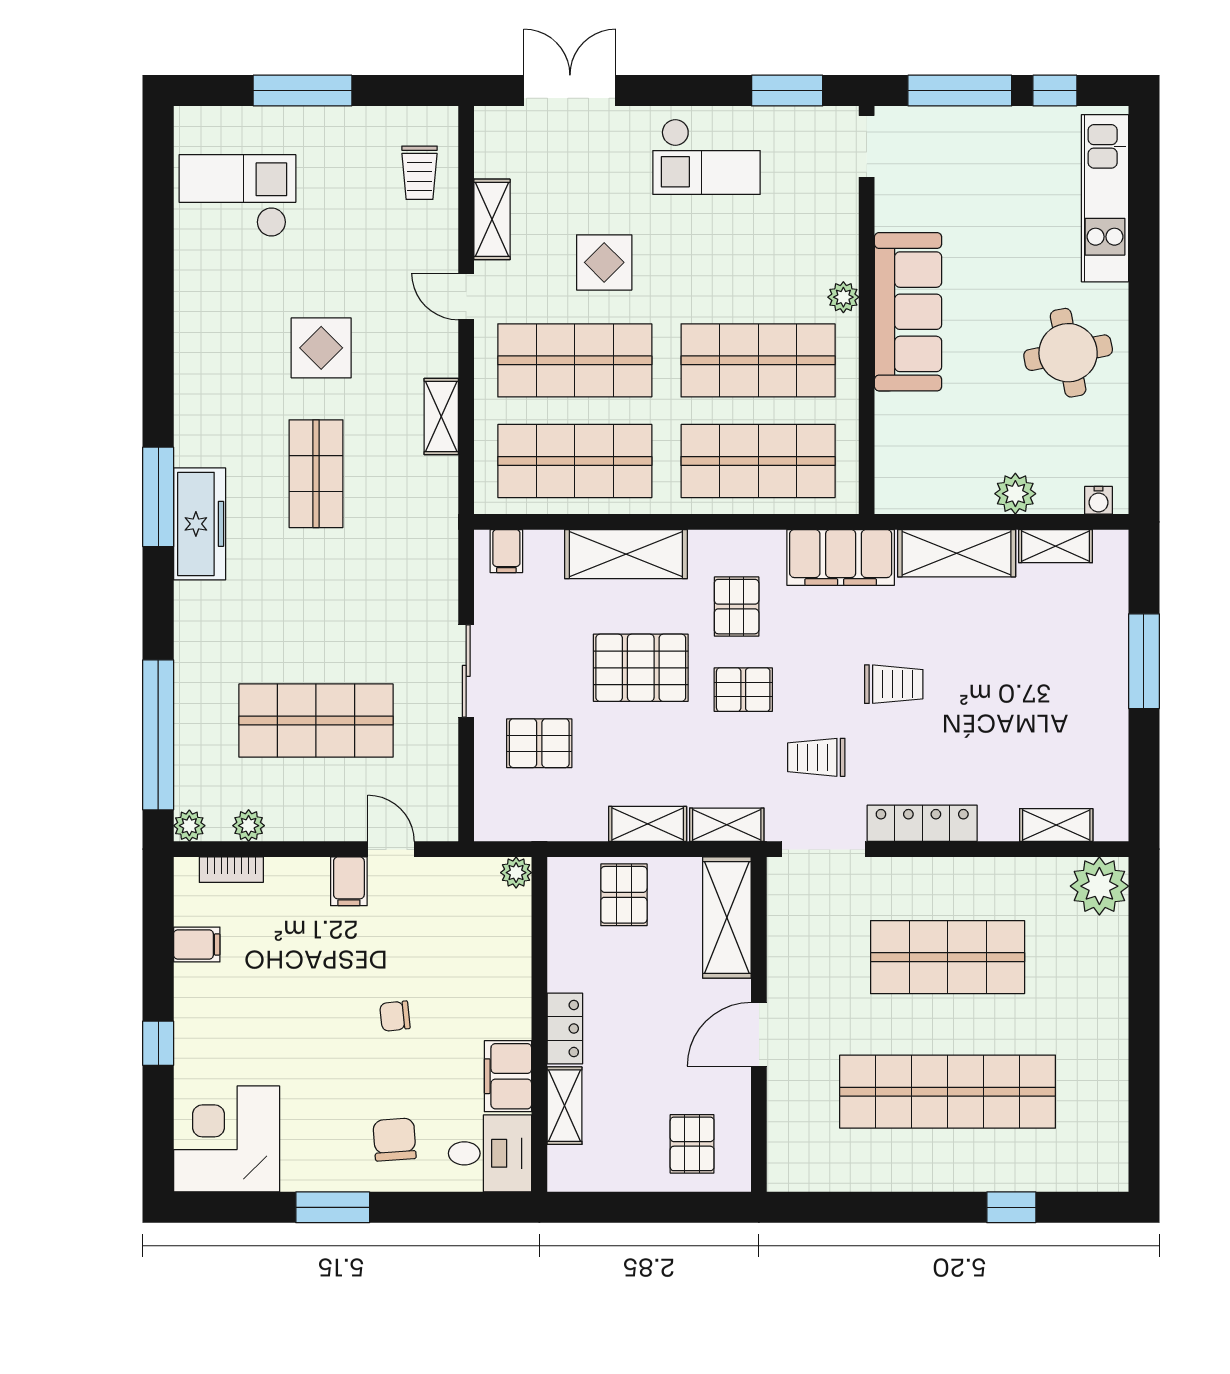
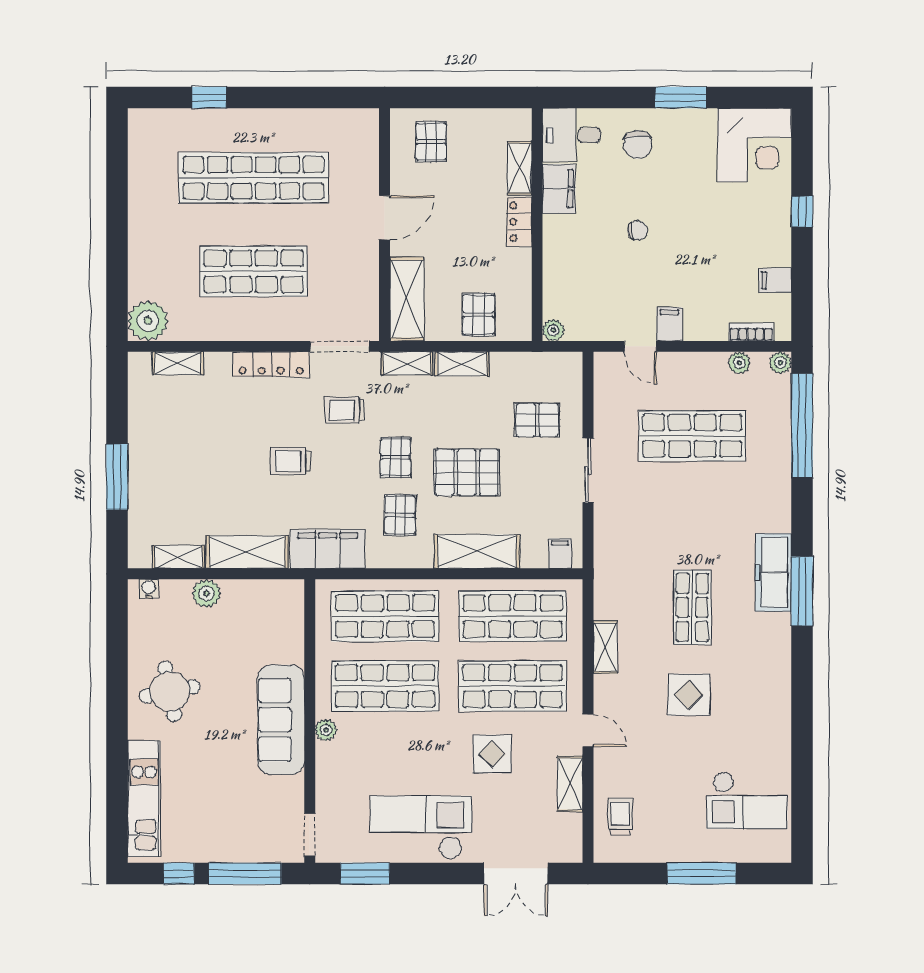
checkout: (707, 157) -> (421, 828), width x1.36, depth x1.21
pallet: (743, 690) -> (395, 457), turned 90
trolley: (816, 757) -> (345, 410), turned 180

